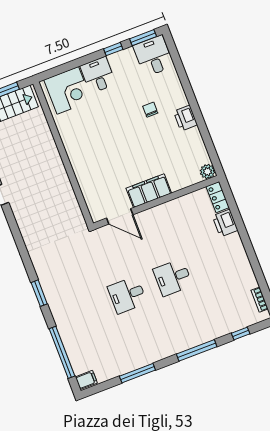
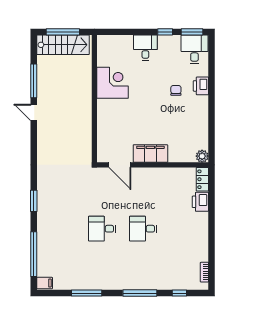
corner desk: (68, 90) -> (112, 83), moved, turned -90
printer: (185, 118) -> (201, 86), moved

